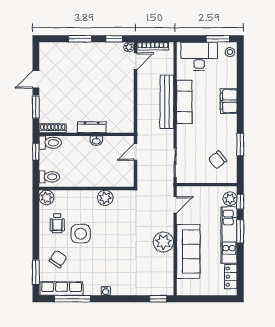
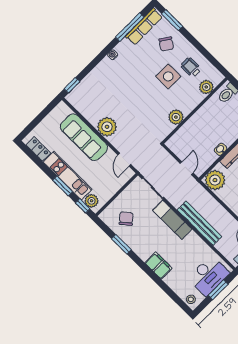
window: (218, 39) -> (218, 290), moved
exam couch: (184, 102) -> (172, 220), moved
plant: (123, 122) -> (215, 180), added
plant: (46, 198) -> (206, 87), moved

